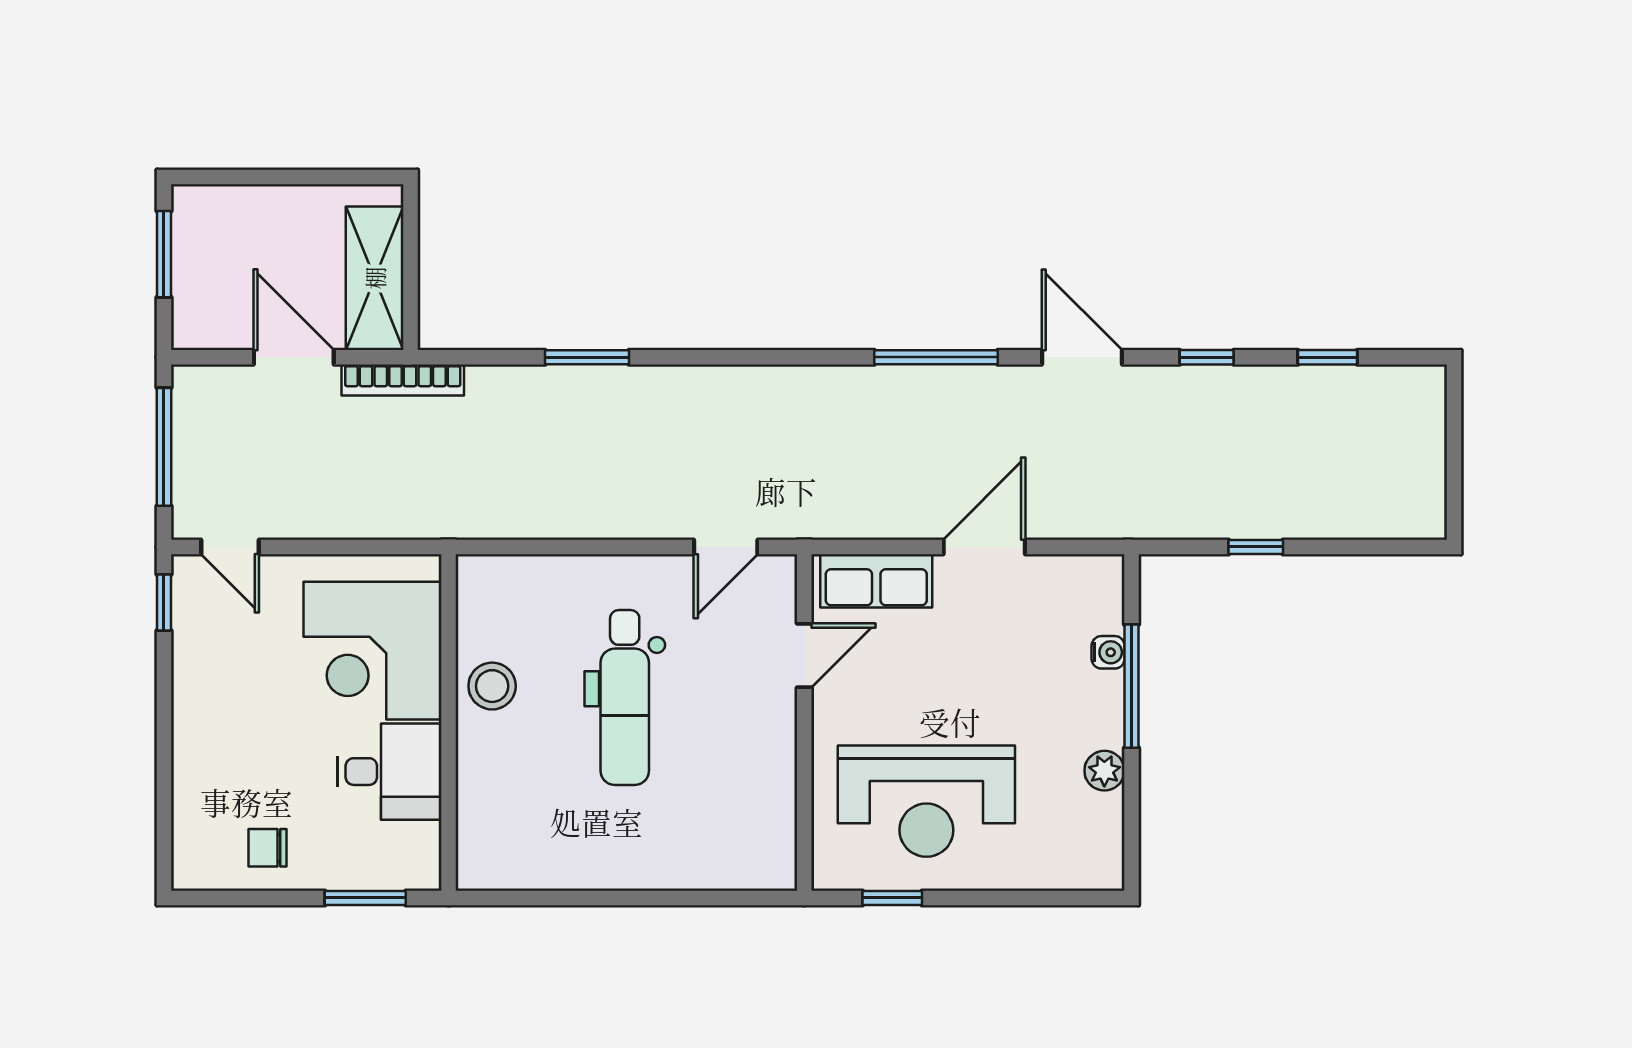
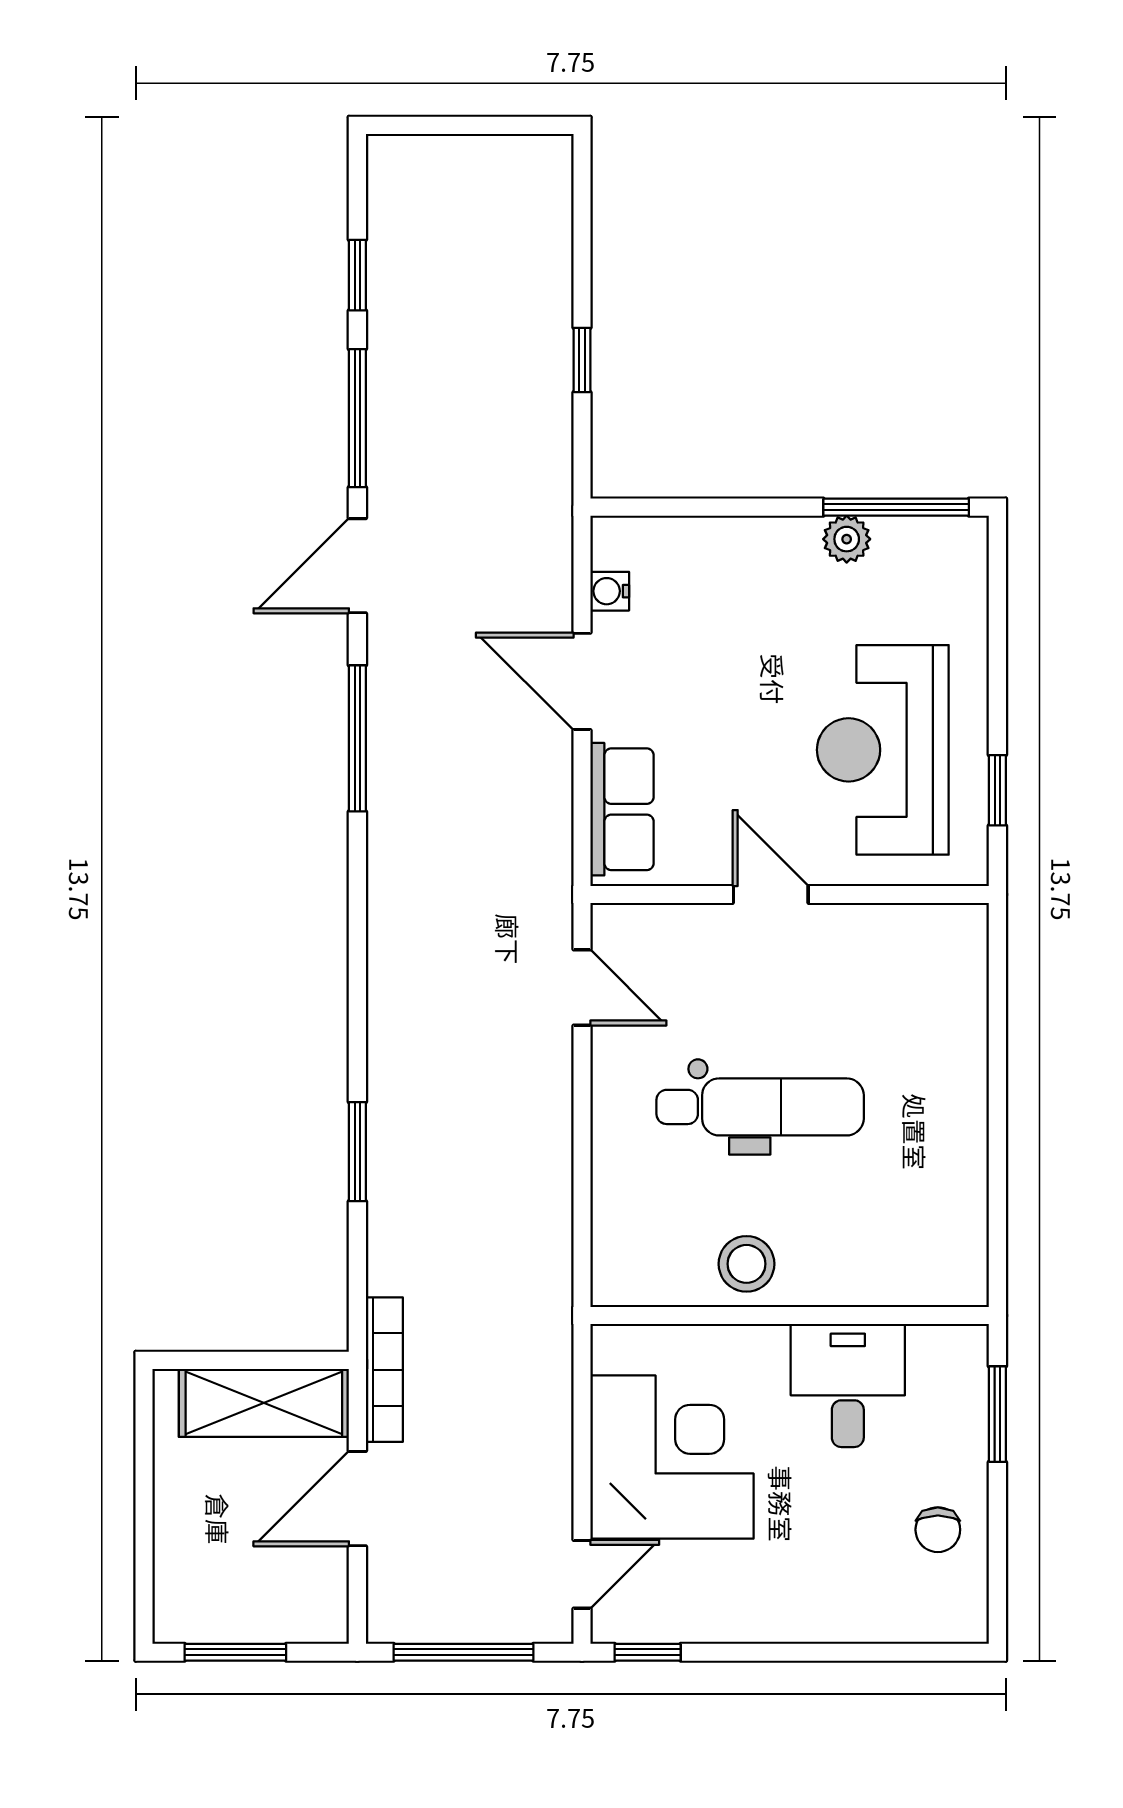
window: (1207, 357) -> (357, 418), width x2.17
corner desk: (372, 651) -> (672, 1457), moved, turned -90
water cooler: (1108, 652) -> (610, 591), moved, turned -90
door: (804, 656) -> (771, 894), moved
window: (1132, 686) -> (896, 507), moved
reception desk: (926, 801) -> (883, 750), turned 180

